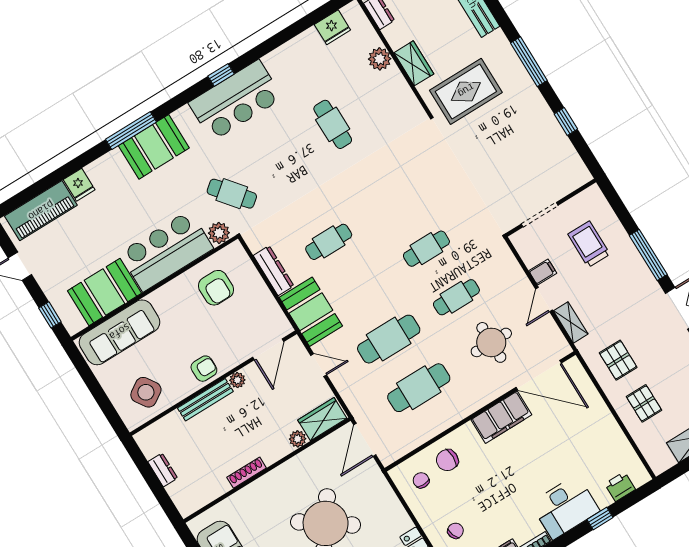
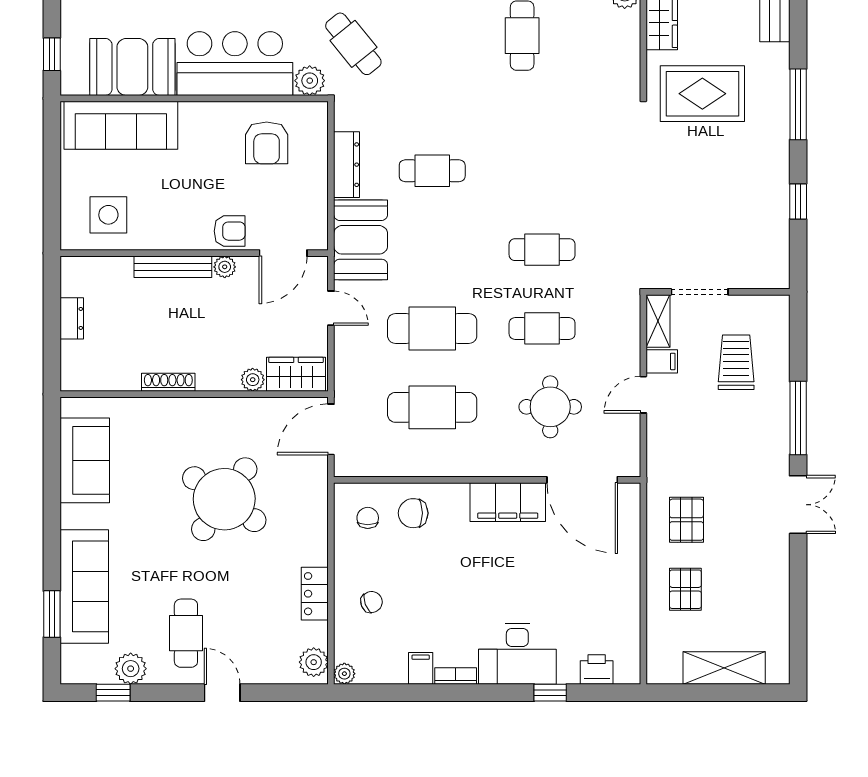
shelving: (571, 322) -> (658, 321), moved
armchair: (204, 369) -> (230, 231), moved
side table: (146, 392) -> (108, 215), turned 33

